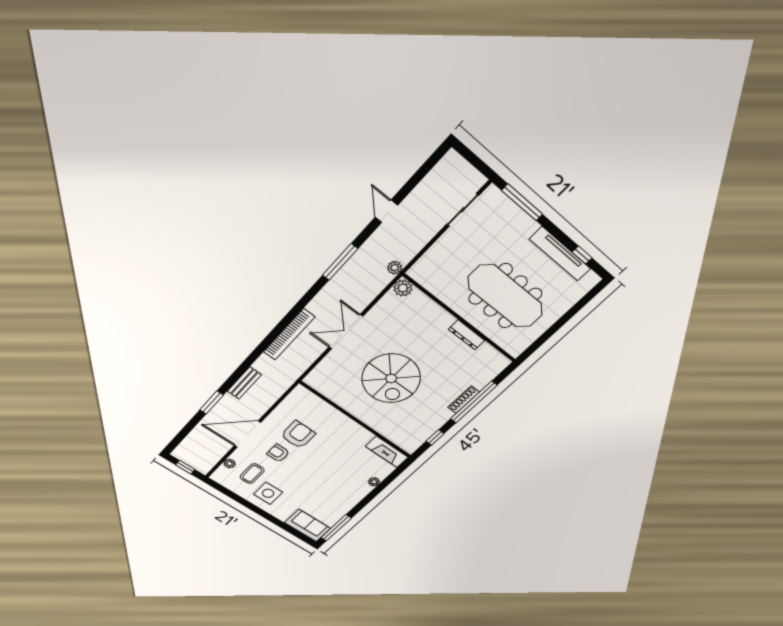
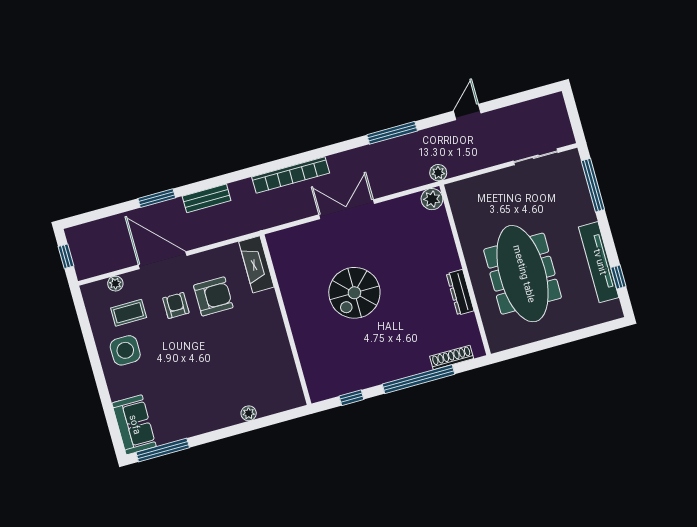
spiral stairs: (391, 378) -> (354, 293), width x0.73, depth x0.73
shoe rack: (464, 400) -> (452, 357), moved
fireplace: (387, 452) -> (256, 264), moved

